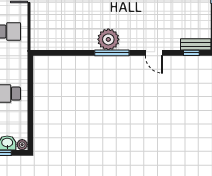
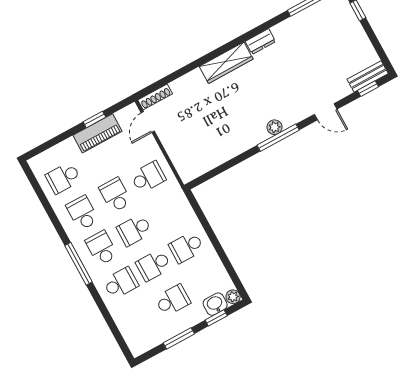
plant: (108, 39) -> (275, 127), width x0.53, depth x0.53

